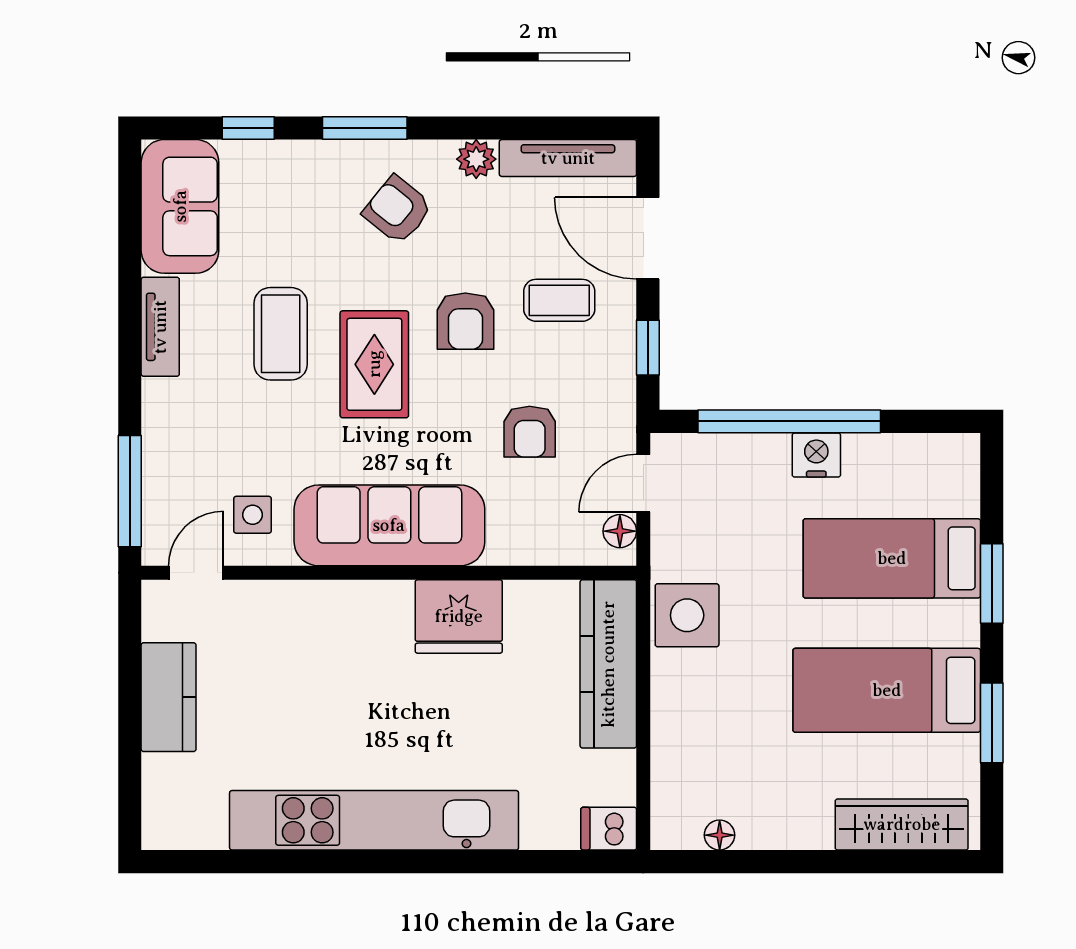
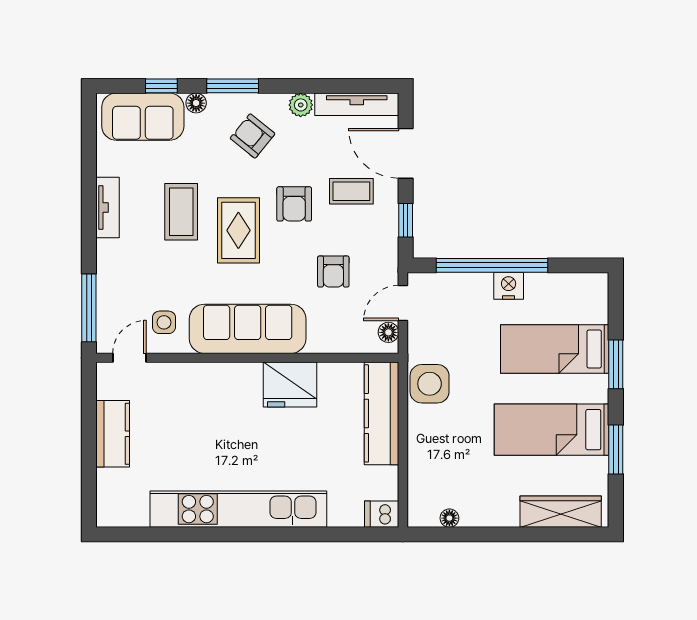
floor lamp: (305, 156) -> (196, 103), added
sofa: (180, 206) -> (143, 117), moved, turned 90

